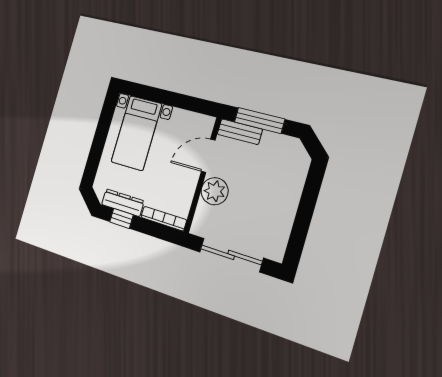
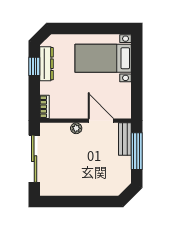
plant: (215, 191) -> (76, 128), width x0.53, depth x0.53
bookcase: (164, 219) -> (44, 107), width x0.64

